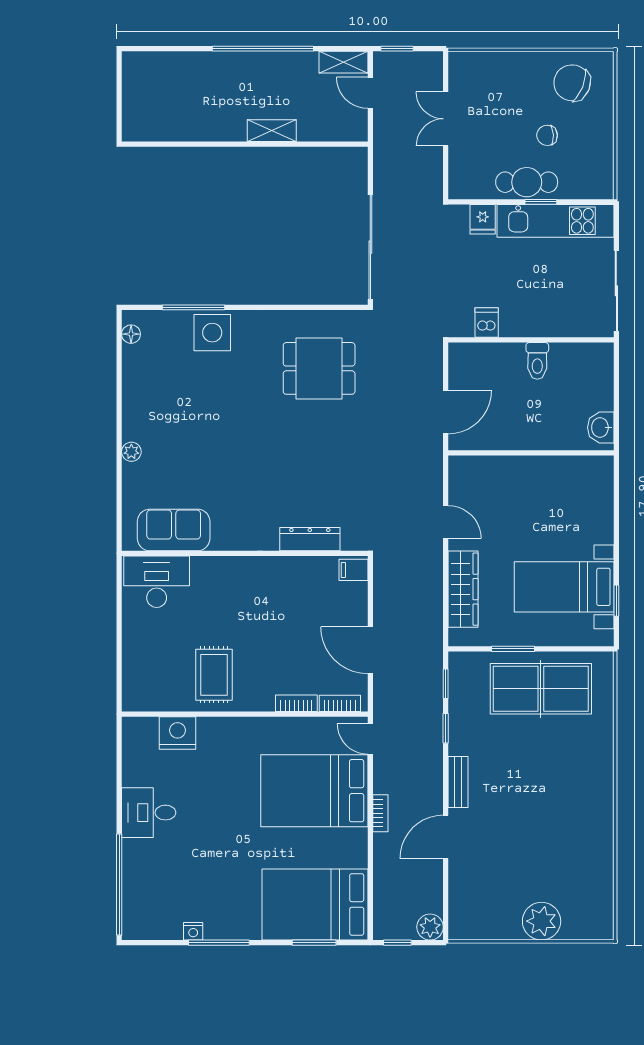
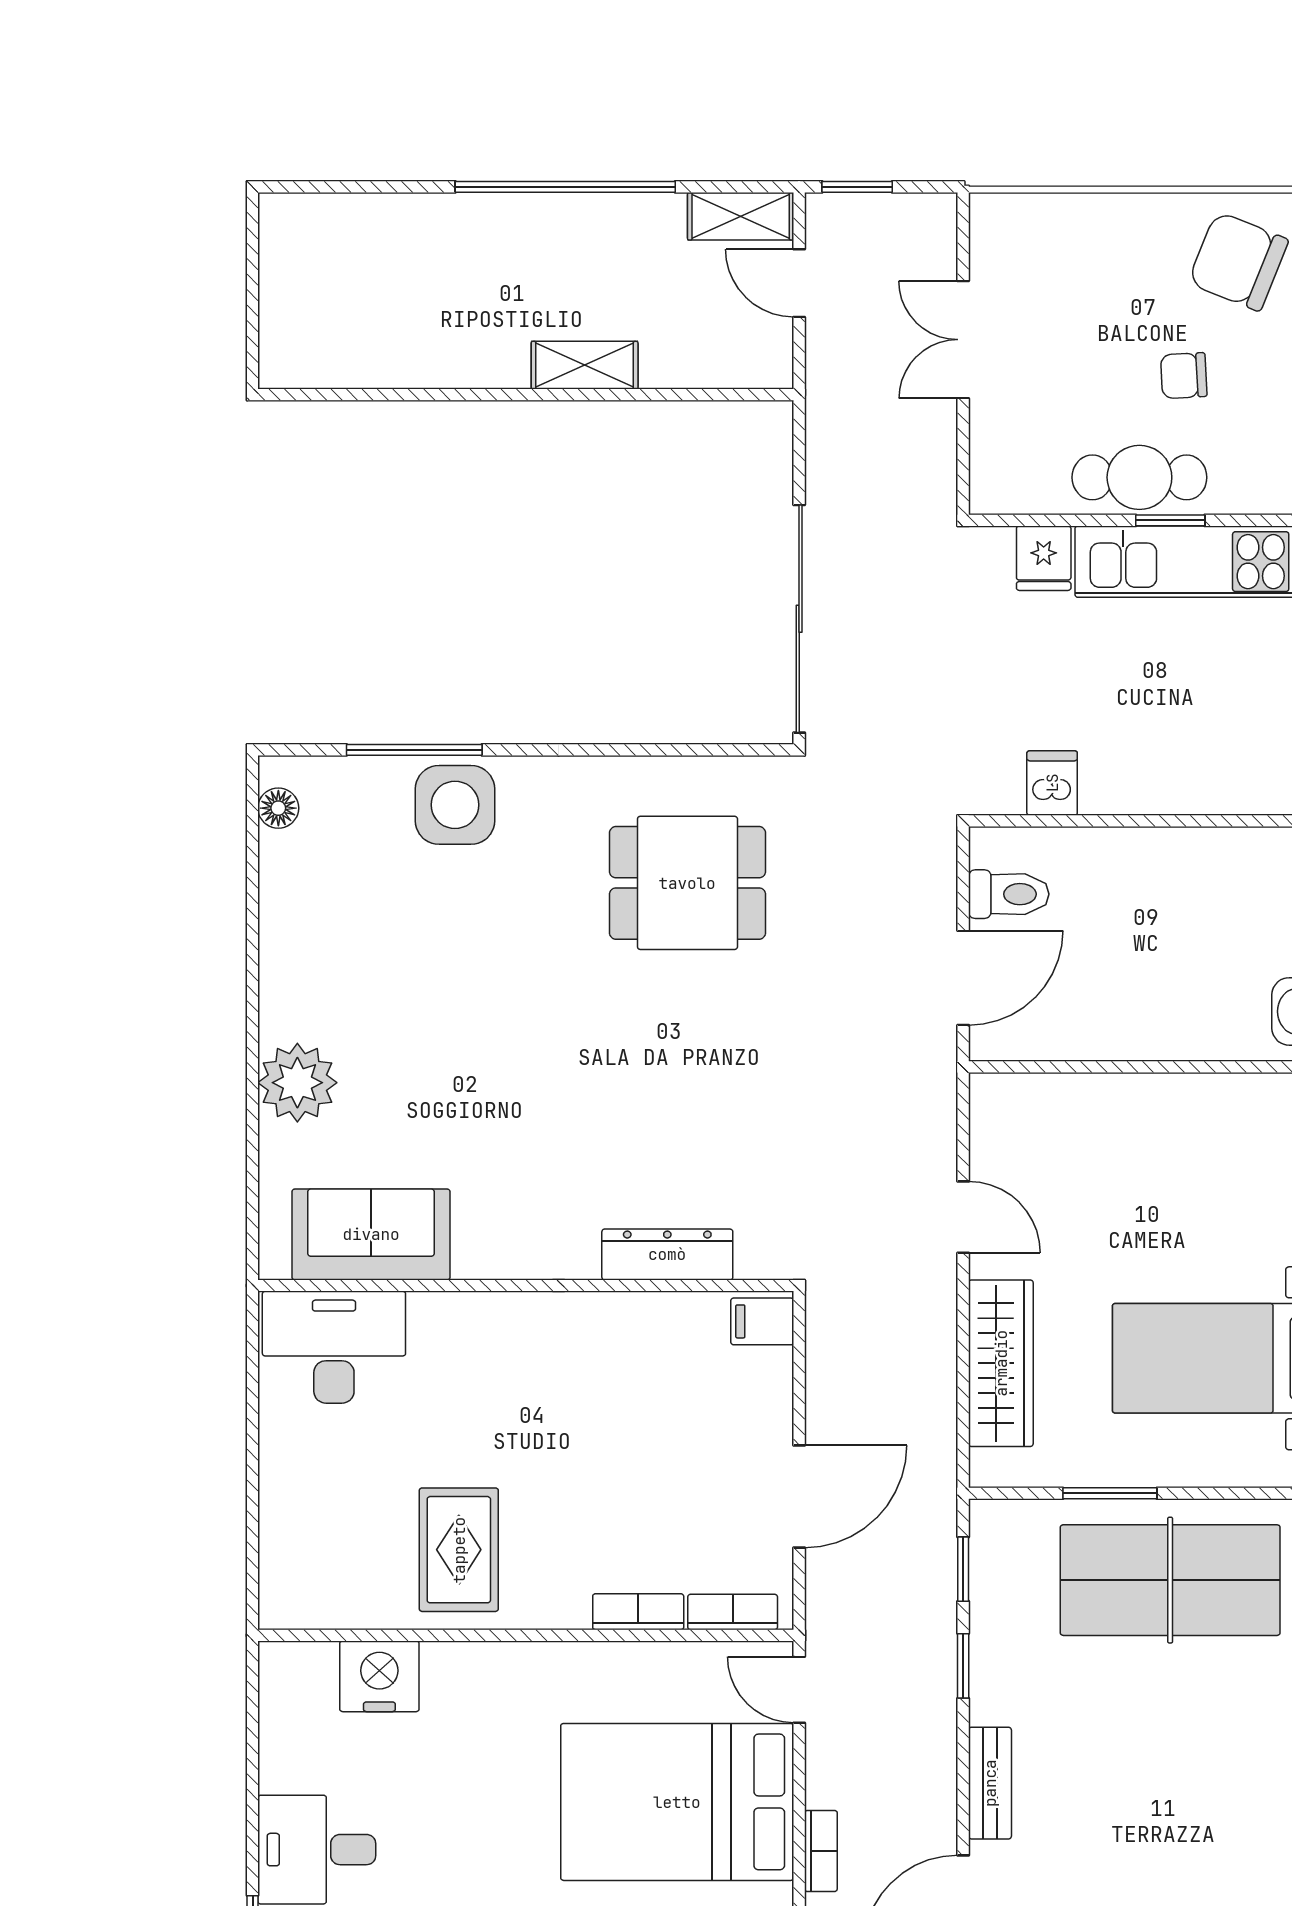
toilet: (537, 361) -> (1009, 894), moved, turned -90
plant: (131, 452) -> (297, 1083), width x1.88, depth x1.88
door: (370, 650) -> (799, 1496), swing flipped

